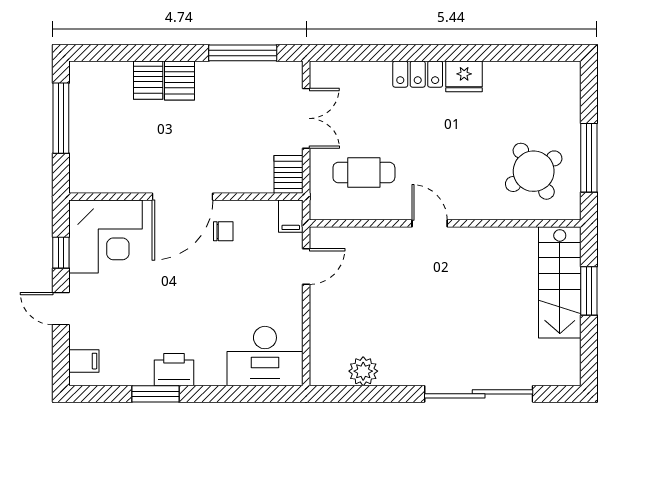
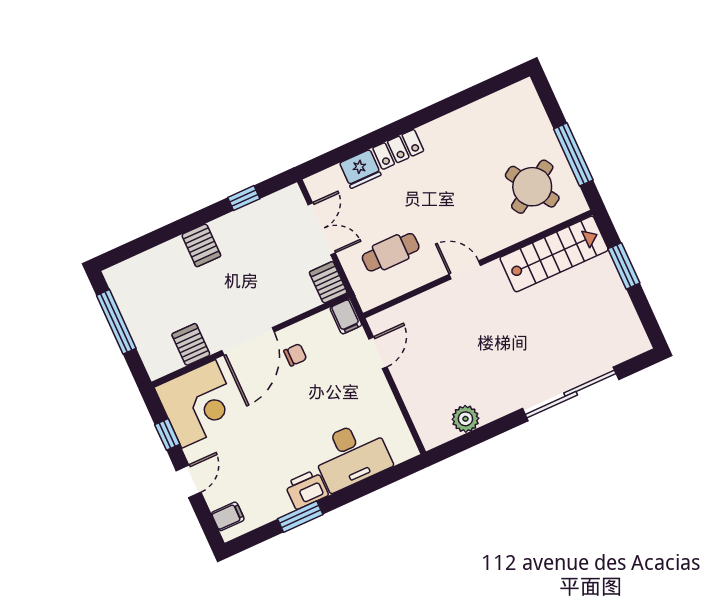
window: (243, 53) -> (244, 198), width x0.46
fridge: (464, 76) -> (360, 169), moved
server rack: (148, 80) -> (191, 345), moved, turned 180
stairs: (560, 282) -> (554, 254), moved, turned -90
door: (61, 309) -> (189, 481), swing flipped
desk: (265, 356) -> (351, 455), moved

